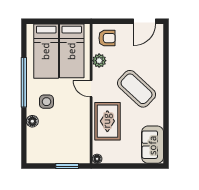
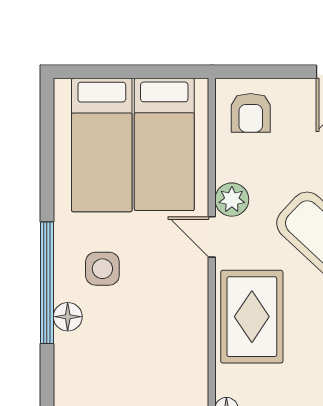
armchair: (107, 38) -> (251, 113), turned 90
plant: (99, 61) -> (232, 200), moved
window: (24, 82) -> (47, 283), moved

